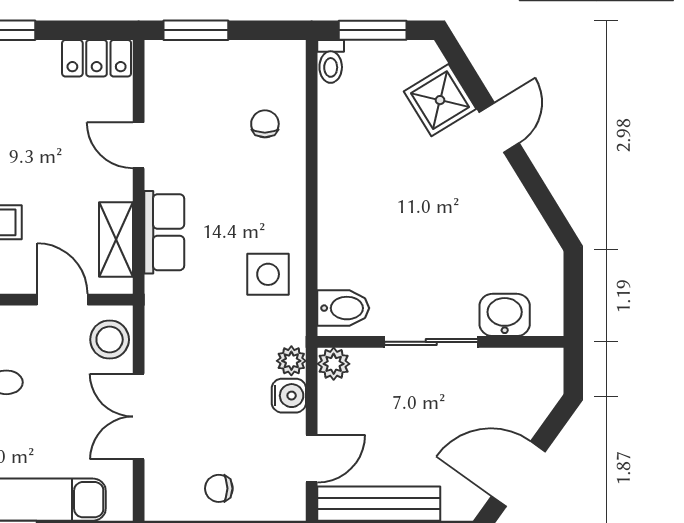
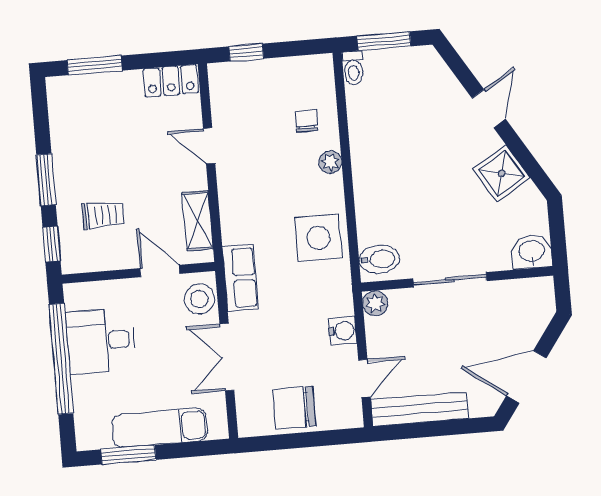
window: (196, 30) -> (246, 53), width x0.67
shower: (440, 100) -> (502, 173), moved
row of seats: (164, 232) -> (240, 278), moved
side table: (268, 274) -> (318, 238), width x1.37, depth x1.37
washbasin: (505, 315) -> (532, 252), moved
plant: (291, 361) -> (330, 162), moved
chair: (219, 488) -> (294, 408), width x1.87, depth x1.87

